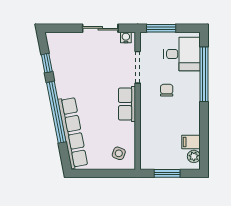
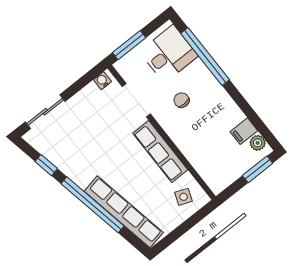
sliding door: (100, 28) -> (45, 112), moved
row of seats: (127, 104) -> (160, 152), width x1.48
window: (167, 173) -> (258, 169), moved

